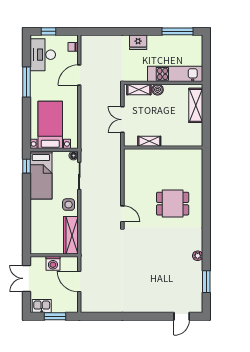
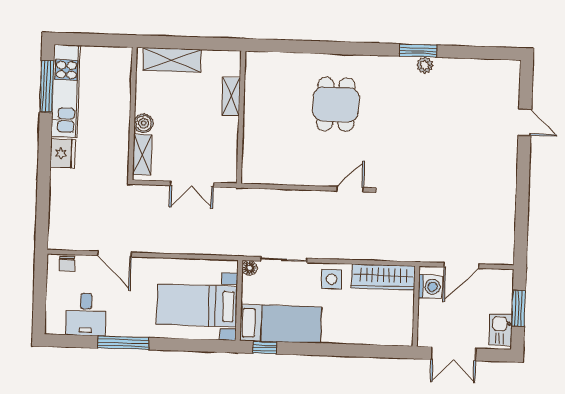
window: (49, 31) -> (40, 303), removed
desk: (43, 55) -> (86, 314), width x0.73
kitchen unit: (175, 74) -> (66, 91), moved, turned 180
shelving: (149, 141) -> (231, 97), moved
washing machine: (53, 263) -> (430, 287), moved
window: (206, 282) -> (418, 51), moved
door: (182, 316) -> (525, 122), moved

